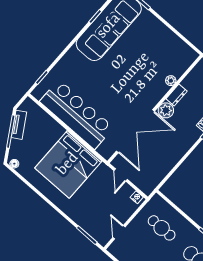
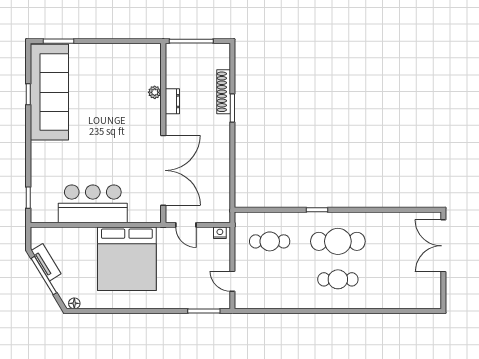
plant: (166, 110) -> (175, 125), removed
bar counter: (77, 114) -> (93, 204), width x0.73

